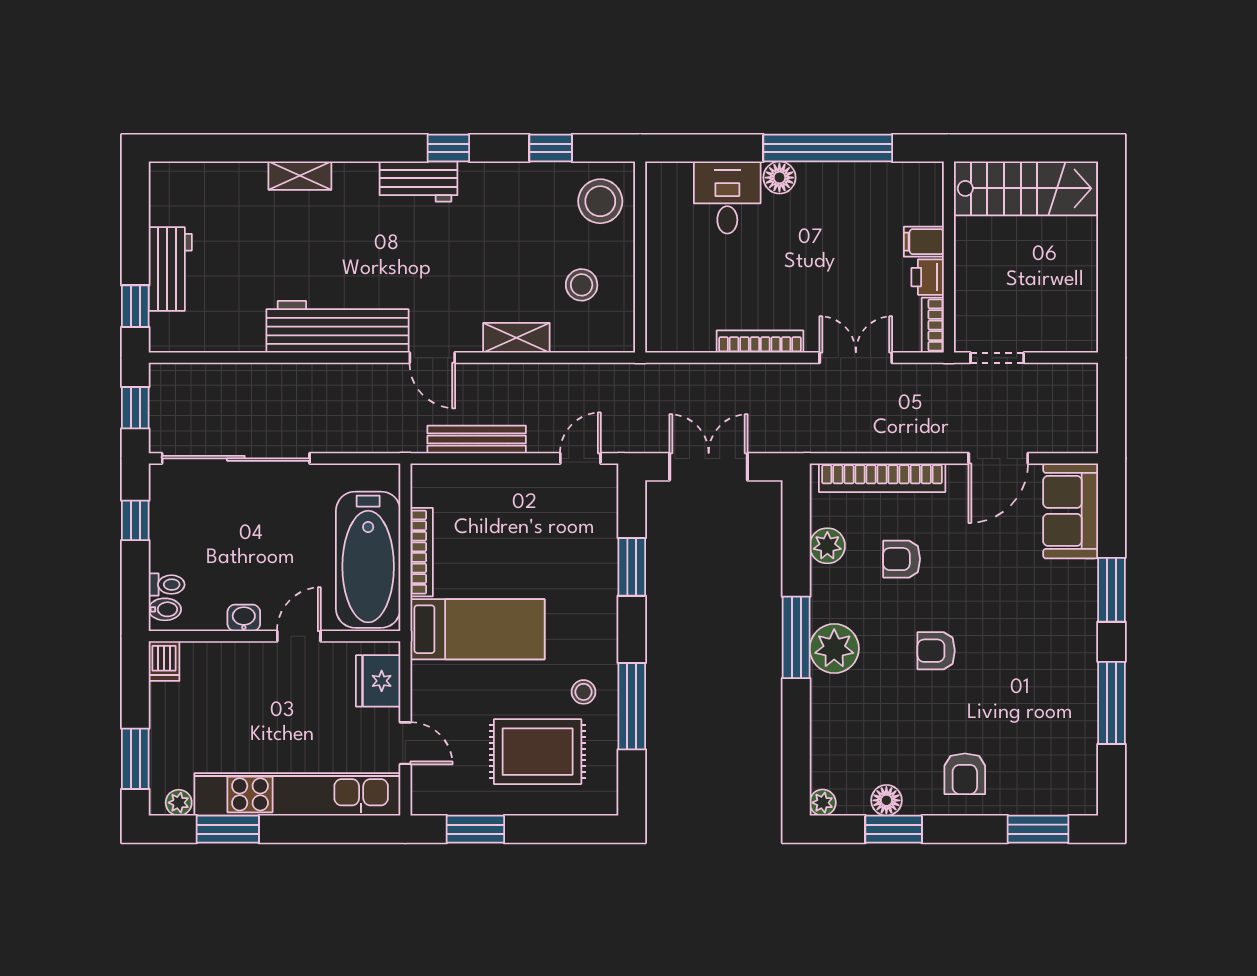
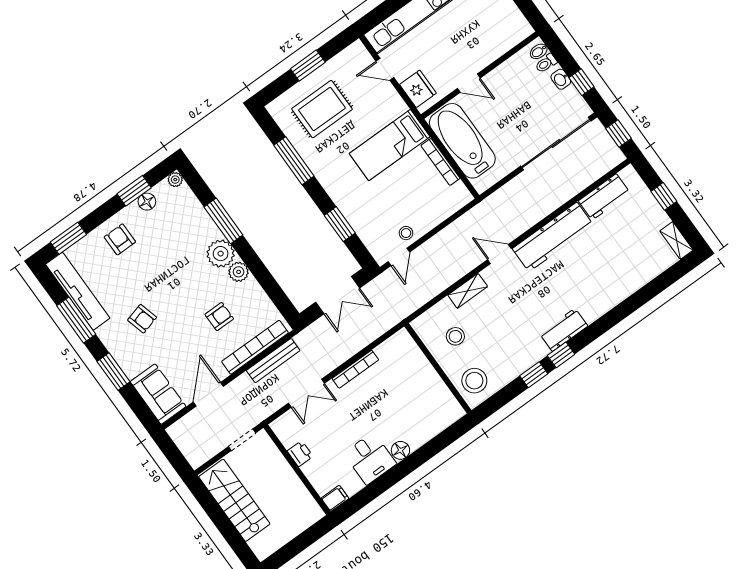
window: (551, 148) -> (534, 375), moved
window: (828, 148) -> (388, 480), removed
shelving: (300, 176) -> (677, 241), moved, turned 90
stairs: (1025, 188) -> (234, 500), moved, turned 90
desk: (727, 197) -> (370, 458), moved
filing cabinet: (924, 242) -> (335, 498), moved
workbench: (170, 269) -> (604, 197), moved, turned -90
window: (135, 306) -> (664, 196), moved
bookcase: (933, 325) -> (282, 433), removed
bench: (477, 440) -> (273, 361), moved
plant: (827, 546) -> (239, 272), moved
washbasin: (244, 618) -> (561, 79), moved, turned 90
door: (299, 636) -> (469, 83), hinge flipped
window: (796, 637) -> (223, 221), moved
armchair: (936, 651) -> (142, 319), moved, turned 75
dishwasher: (164, 661) -> (522, 28), removed
stool: (584, 692) -> (406, 233), moved
tv unit: (1079, 743) -> (78, 291), added
window: (475, 829) -> (308, 66), moved

